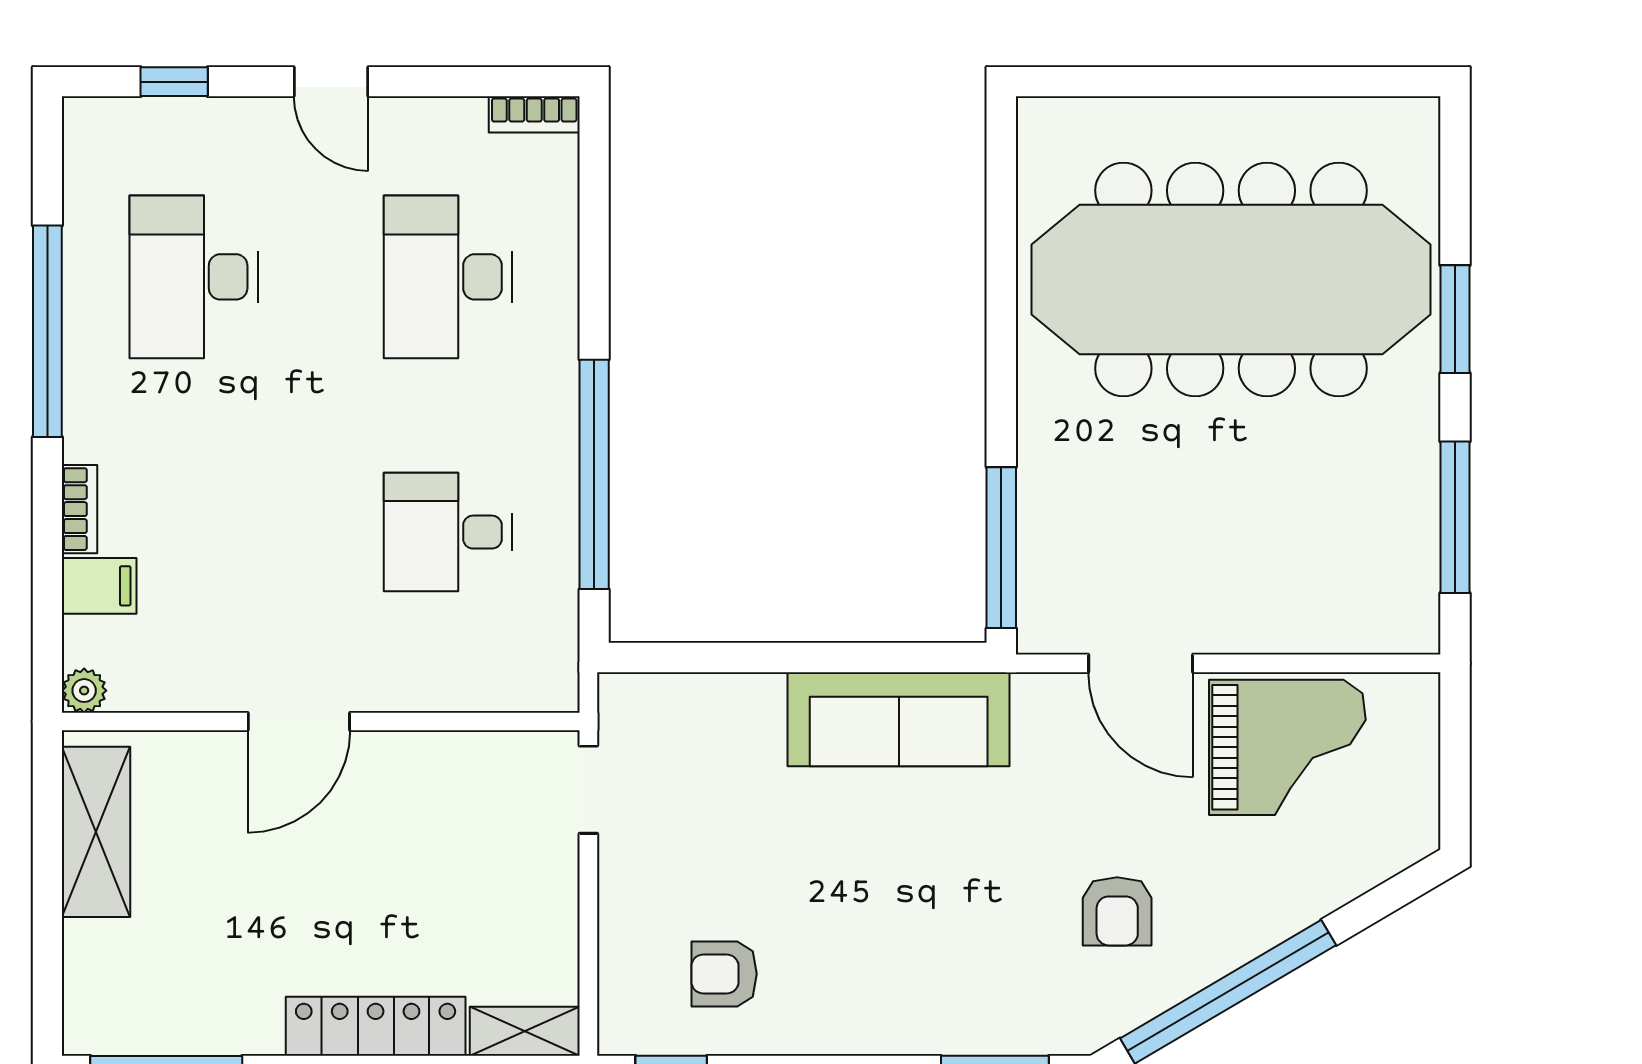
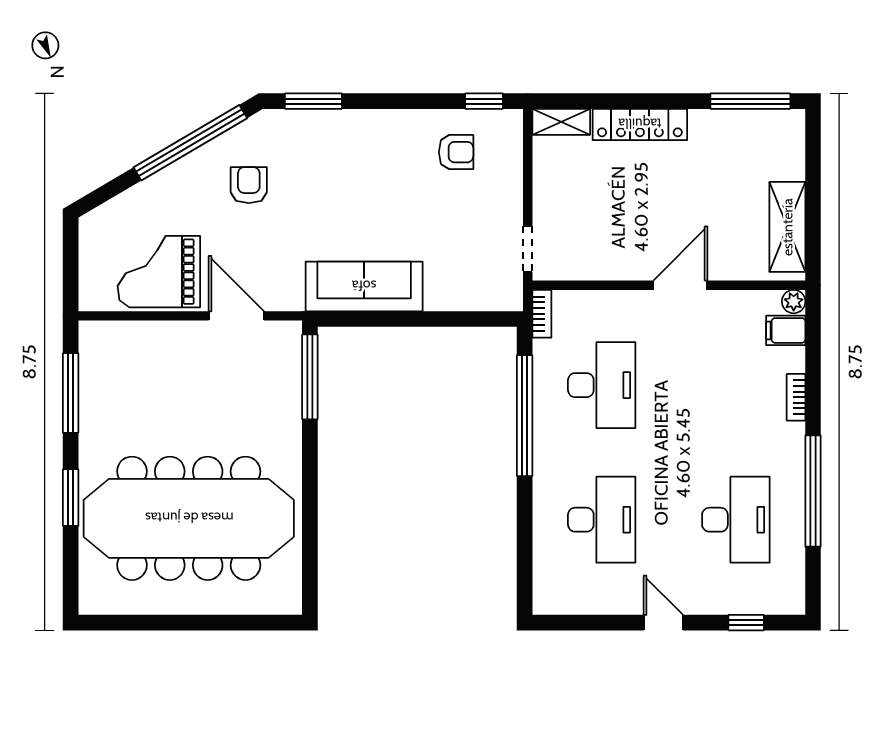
bookcase: (534, 114) -> (542, 314), moved, turned 90
desk: (448, 532) -> (602, 385), width x1.37
filing cabinet: (99, 586) -> (786, 330), moved

